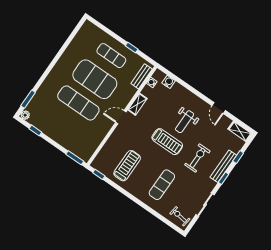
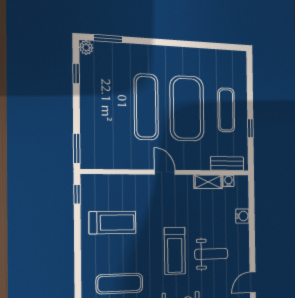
water cooler: (169, 82) -> (242, 216), moved
shelving: (137, 104) -> (208, 182), moved
weight bench: (185, 122) -> (211, 254), turned 180

